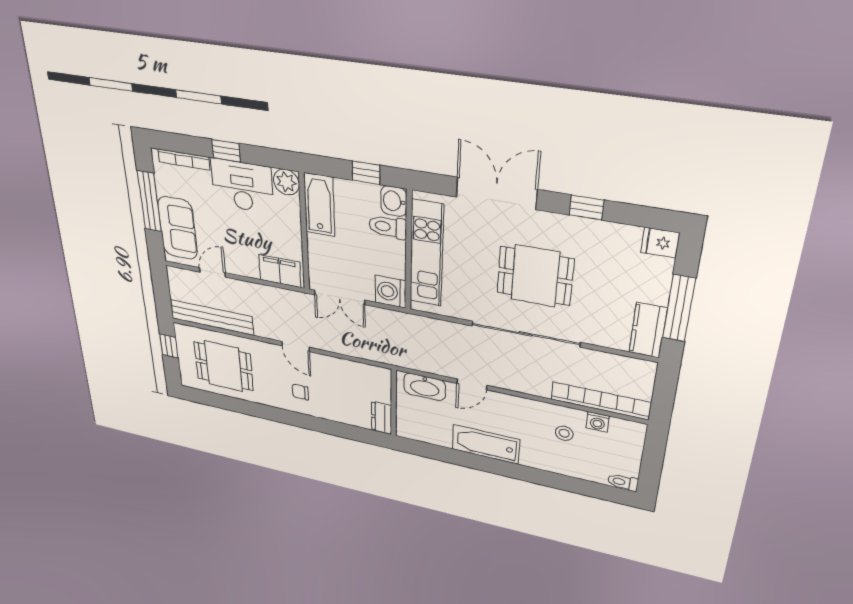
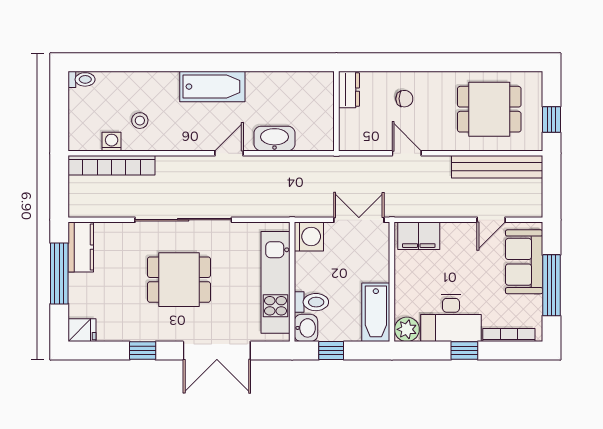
wall: (394, 403) -> (336, 111), moved
dresser: (382, 418) -> (349, 90), moved

